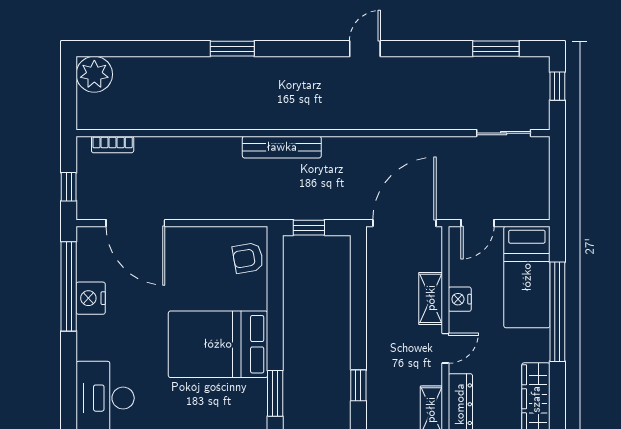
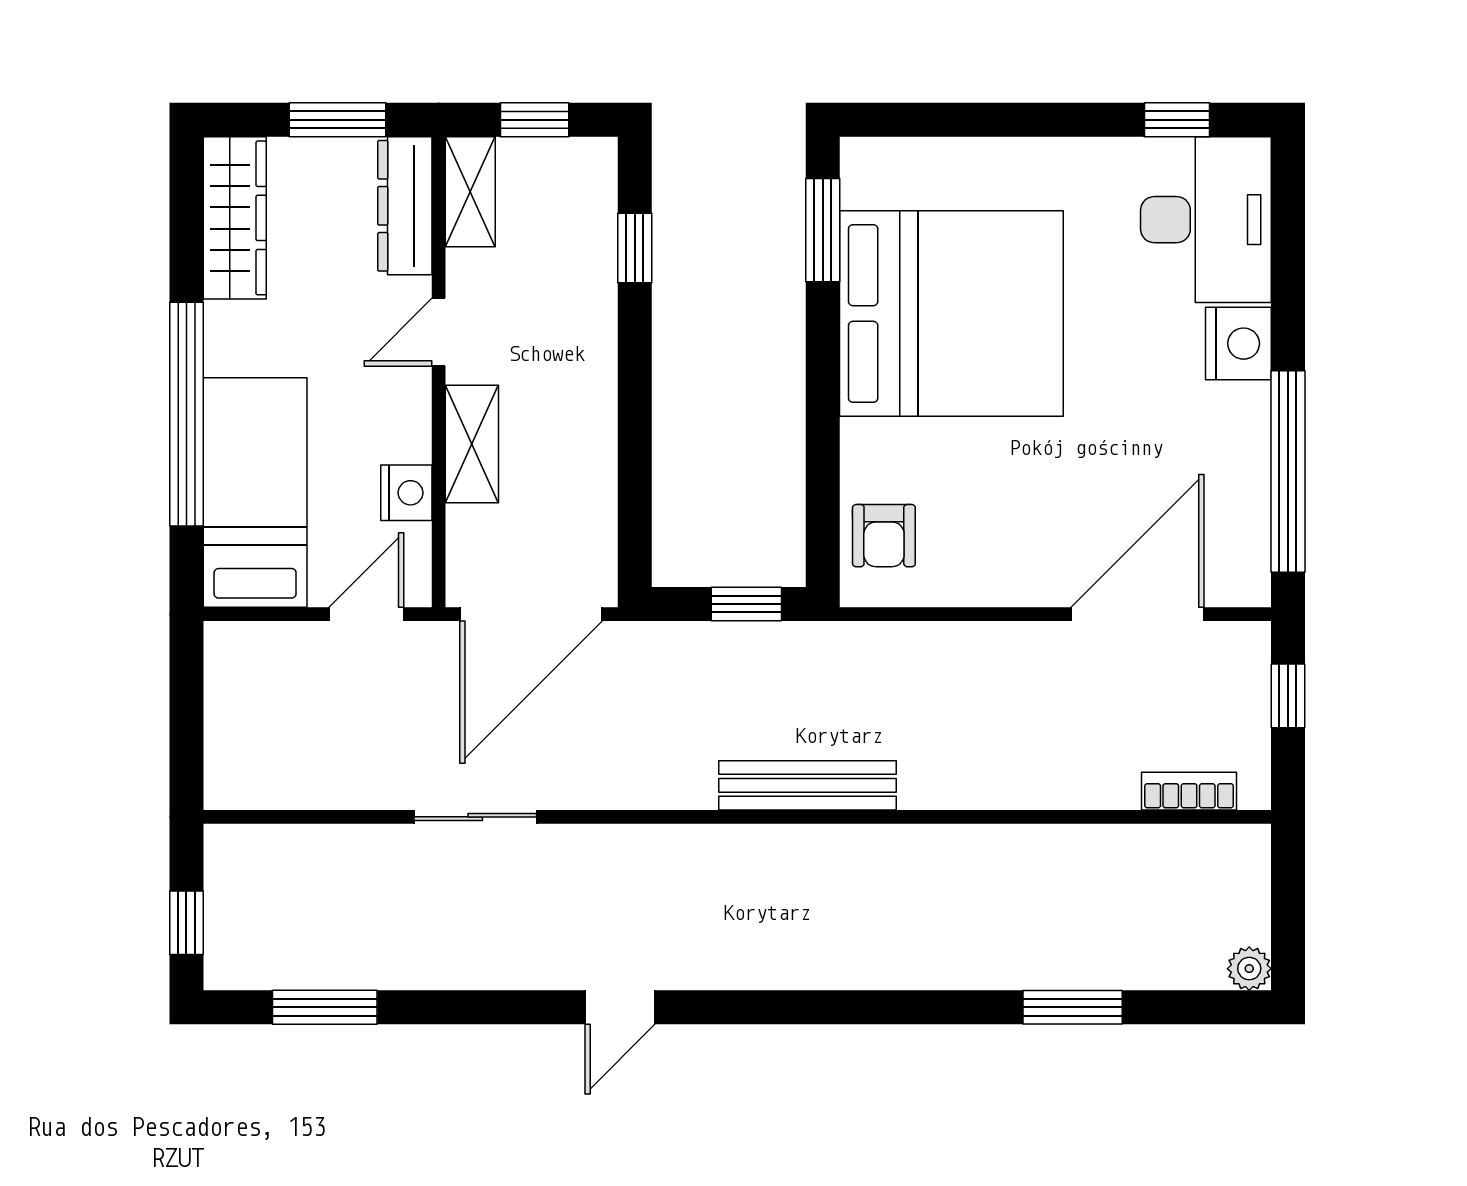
window: (232, 49) -> (1073, 1007), moved
plant: (94, 74) -> (1249, 969), width x0.53, depth x0.53
sliding door: (504, 133) -> (475, 817), moved
door: (135, 223) -> (1137, 614), hinge flipped
armchair: (248, 258) -> (884, 536), turned 100
nightstand: (91, 298) -> (1238, 344), moved
nightstand: (460, 299) -> (406, 493), moved
bed: (218, 344) -> (951, 313), width x1.36

